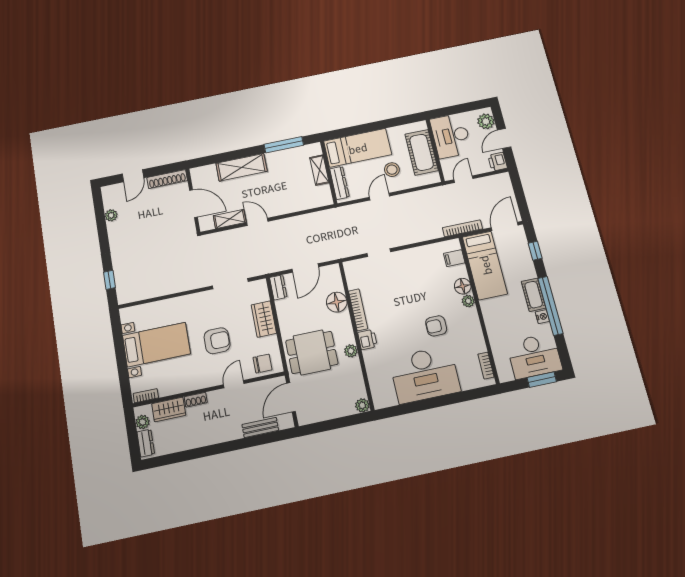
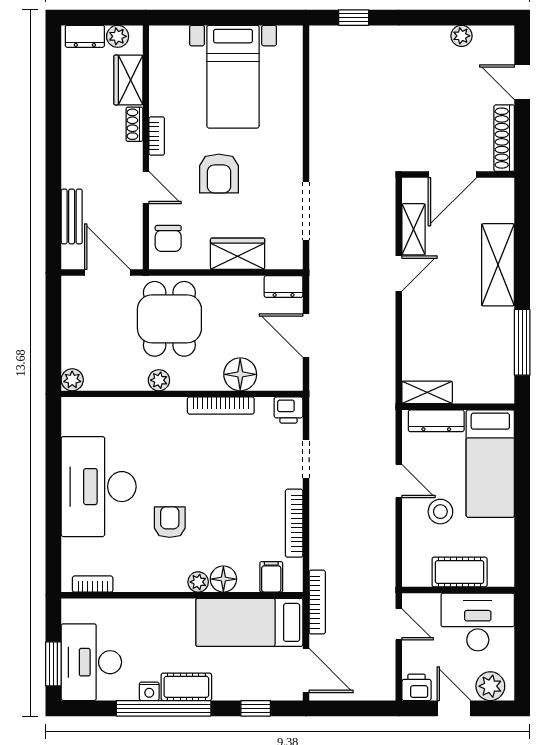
cot: (422, 152) -> (460, 572), width x0.73, depth x0.75
shelving: (319, 170) -> (427, 392), moved
bookcase: (419, 251) -> (294, 523), added
printer: (367, 340) -> (289, 410), moved
bookcase: (146, 396) -> (157, 136), moved

